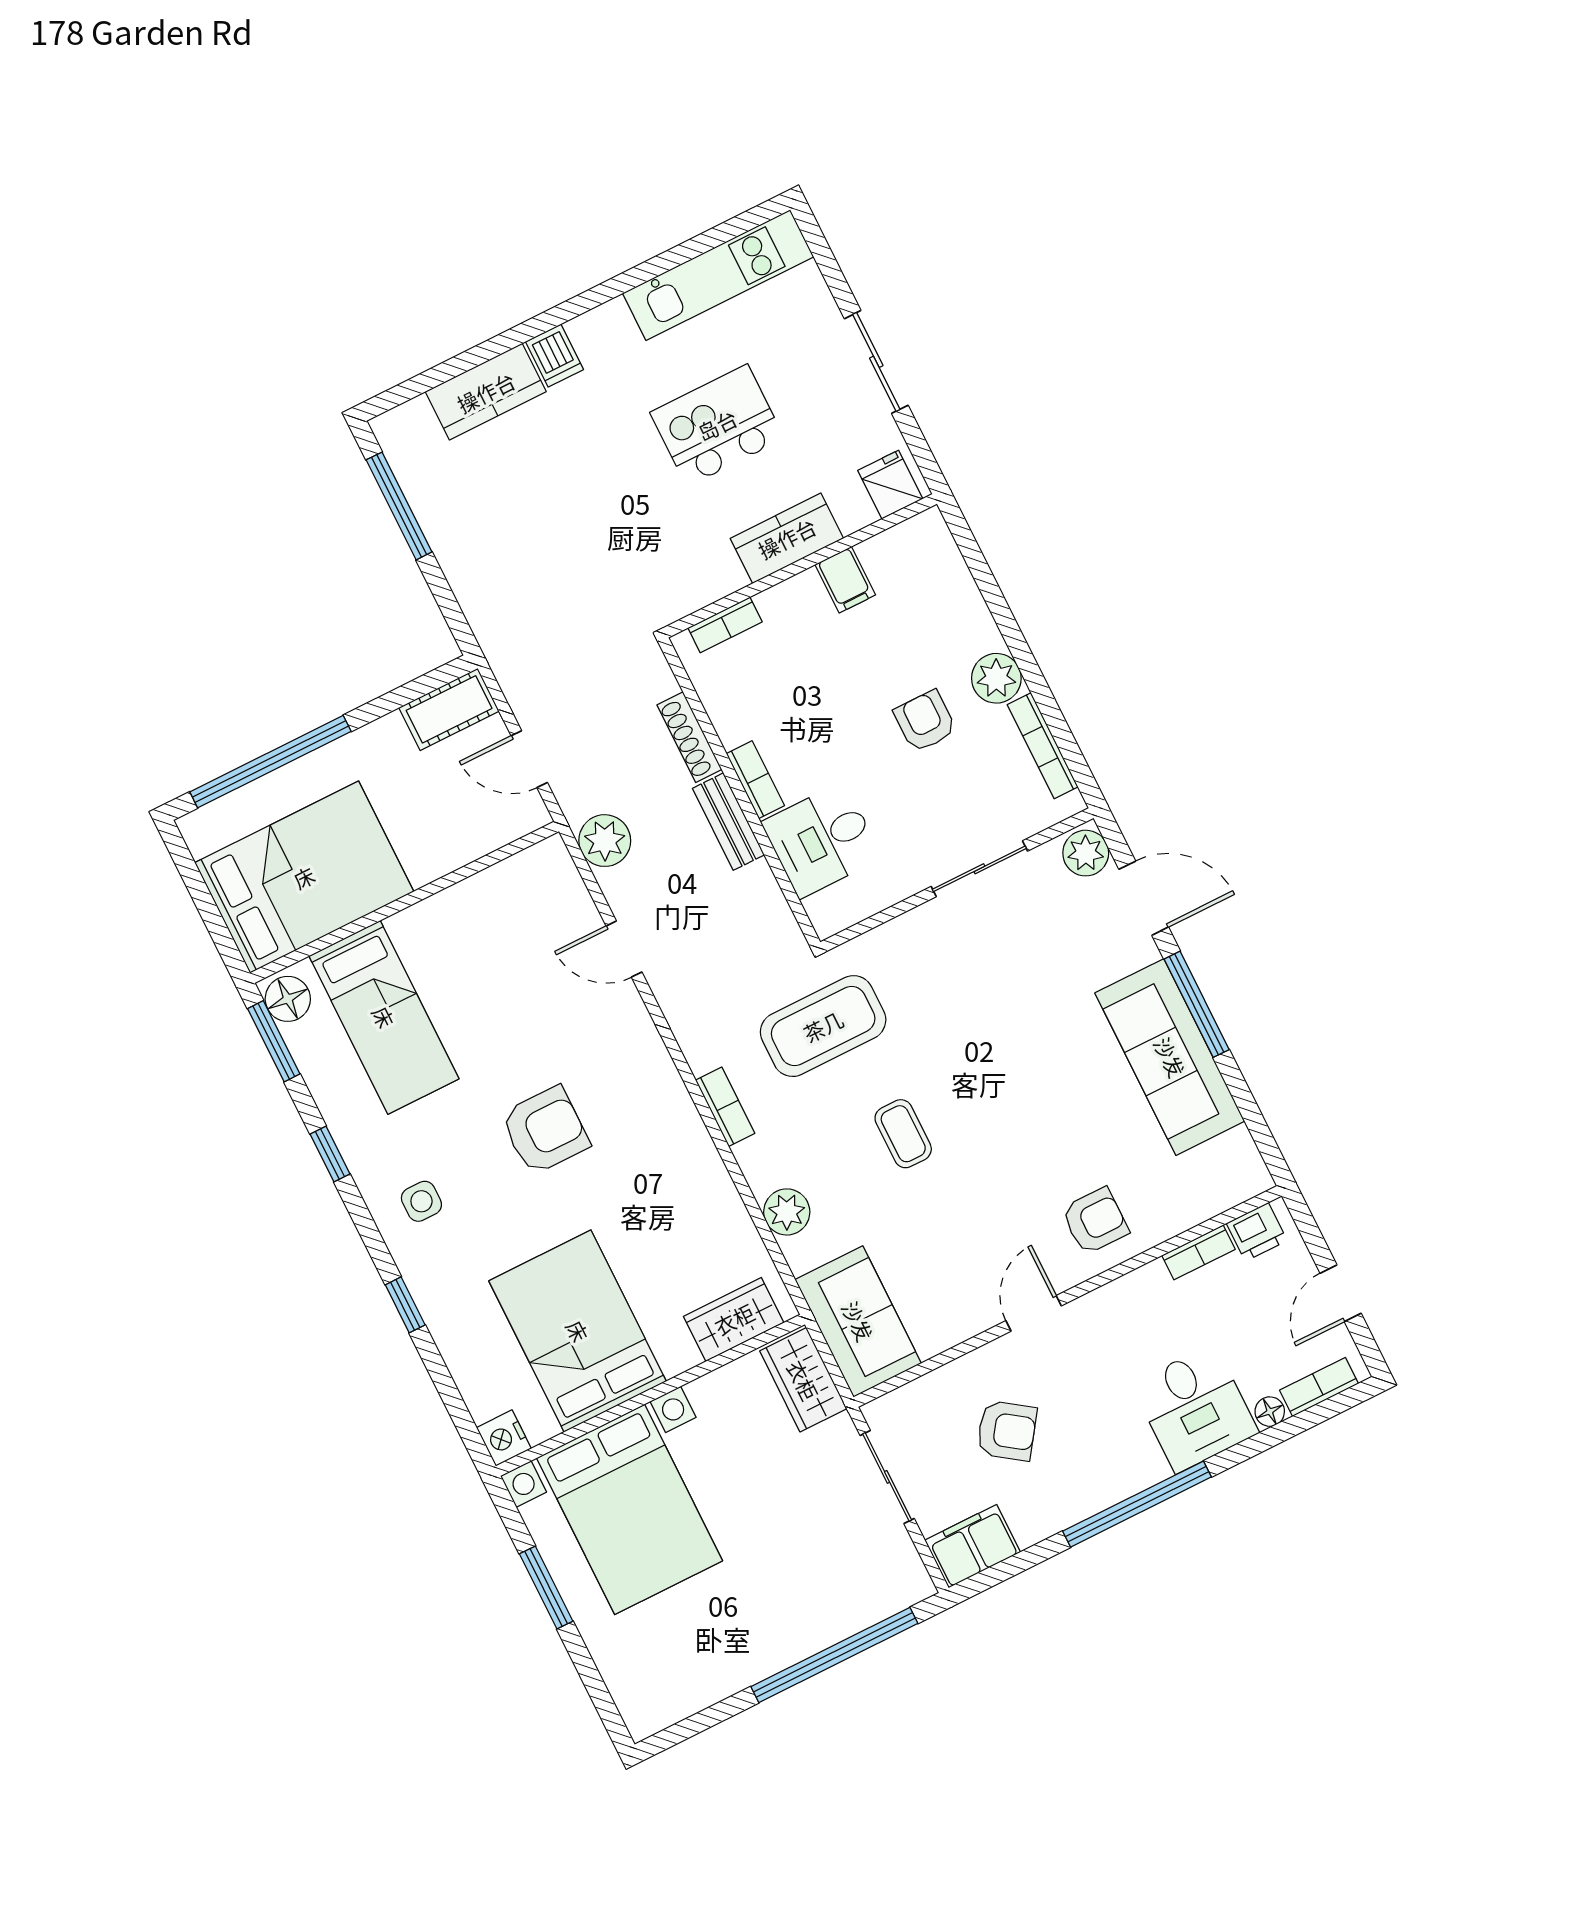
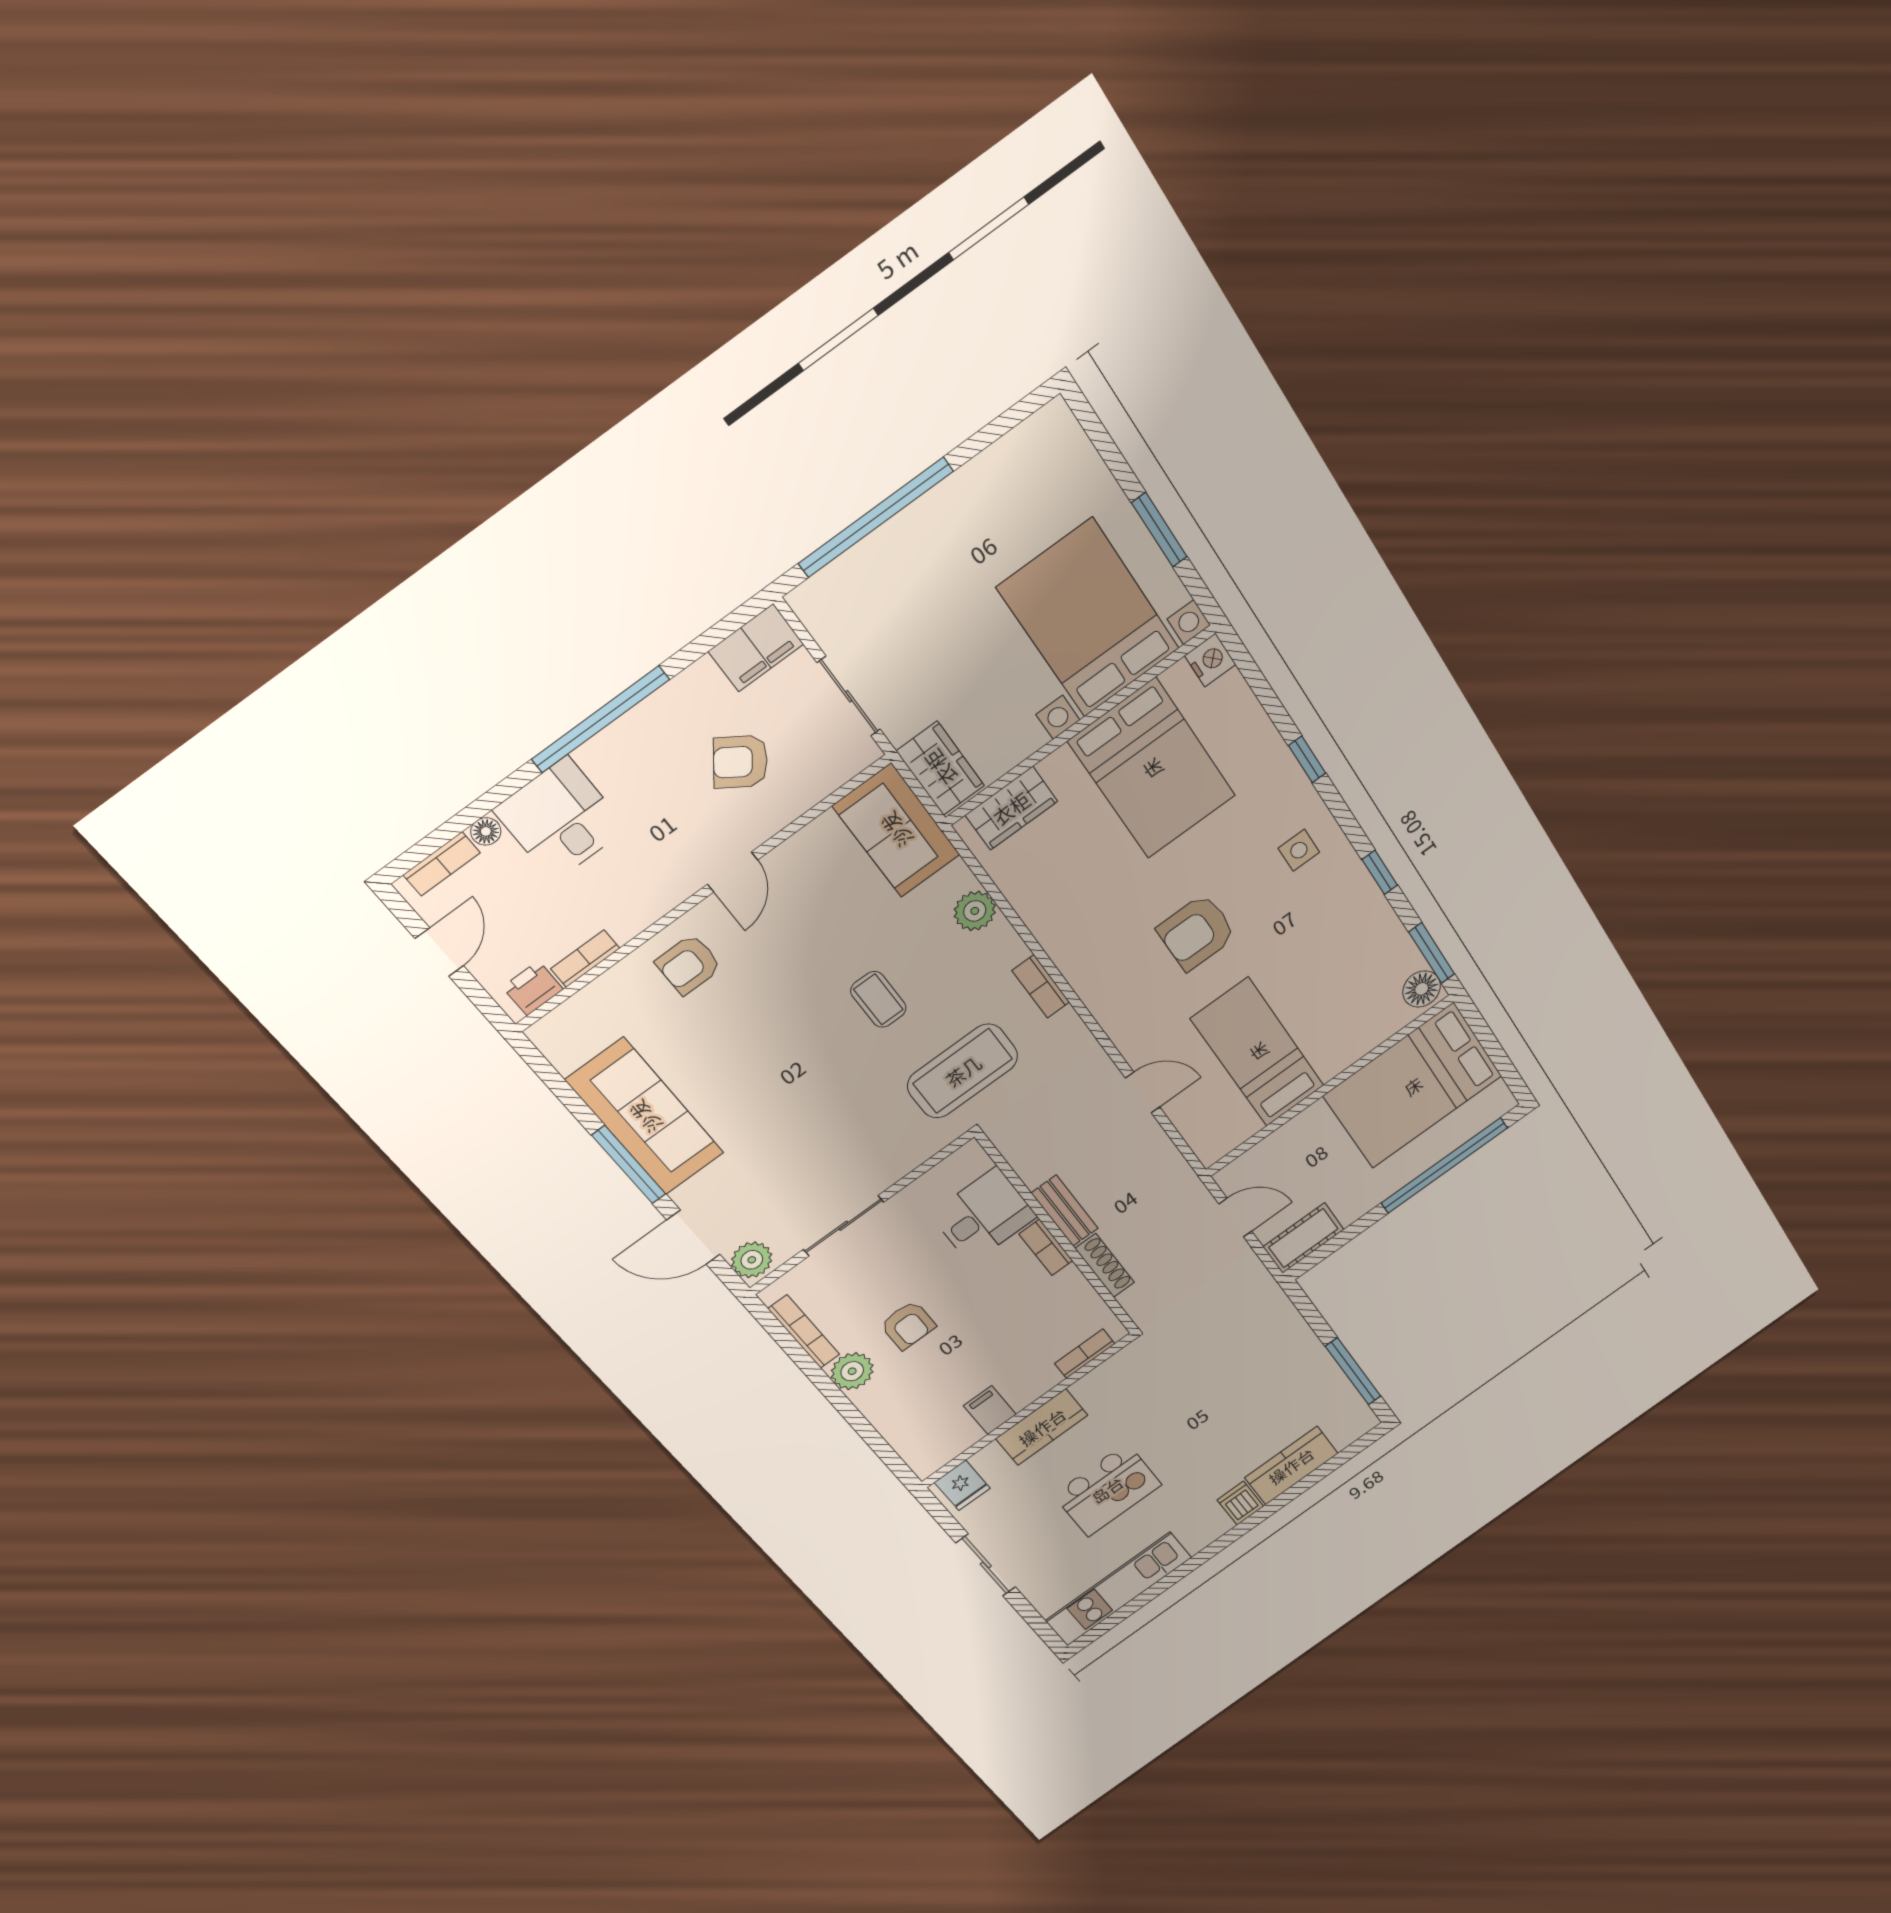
plant: (605, 841) -> (1167, 1172), removed
bed: (384, 1017) -> (1258, 1052), moved

